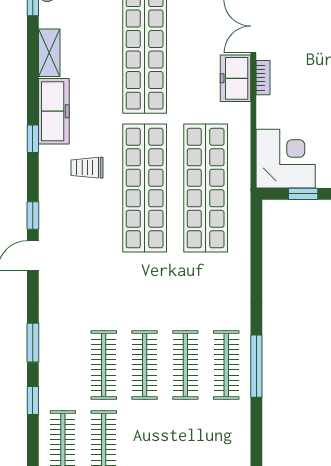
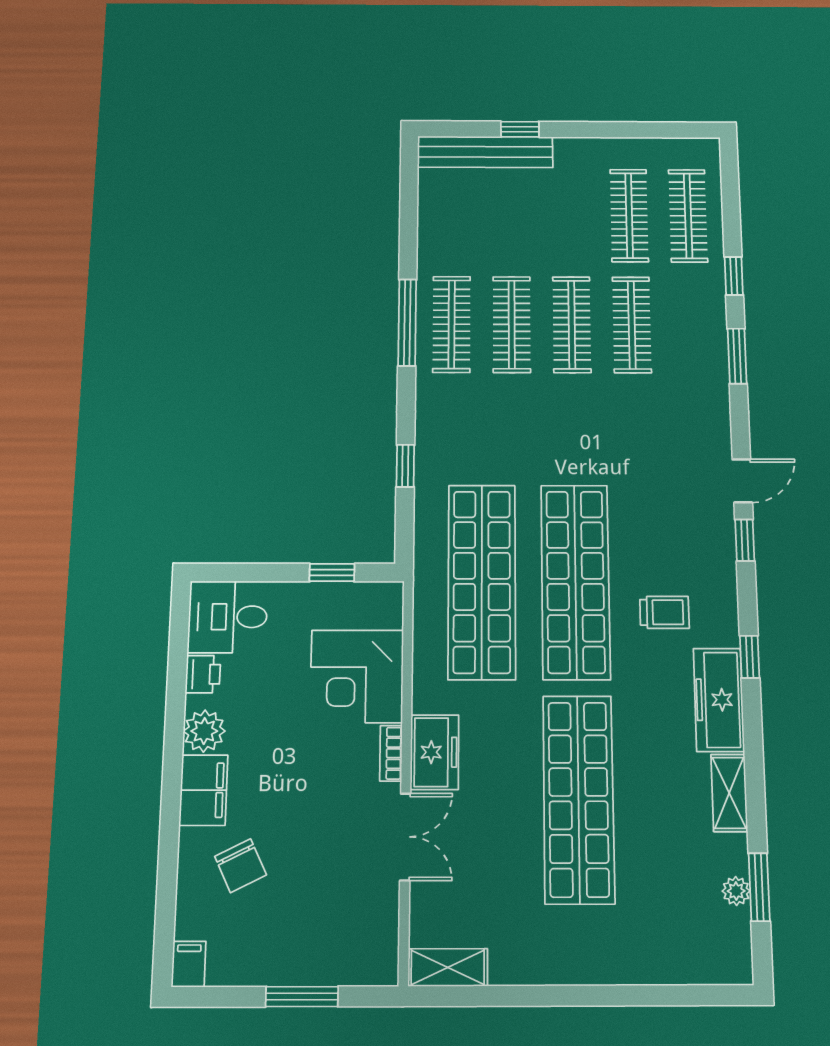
corner desk: (286, 159) -> (357, 676), moved
window: (256, 266) -> (405, 466), added

